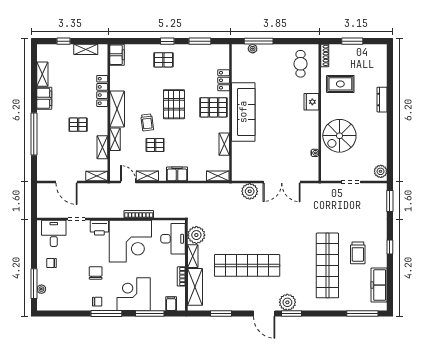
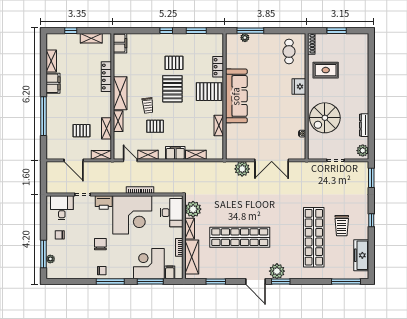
pallet: (163, 60) -> (174, 63), moved
dresser: (382, 100) -> (364, 125), moved
pallet: (78, 125) -> (81, 131), moved
shelving: (218, 176) -> (196, 155), moved
corner desk: (134, 294) -> (149, 264), moved

